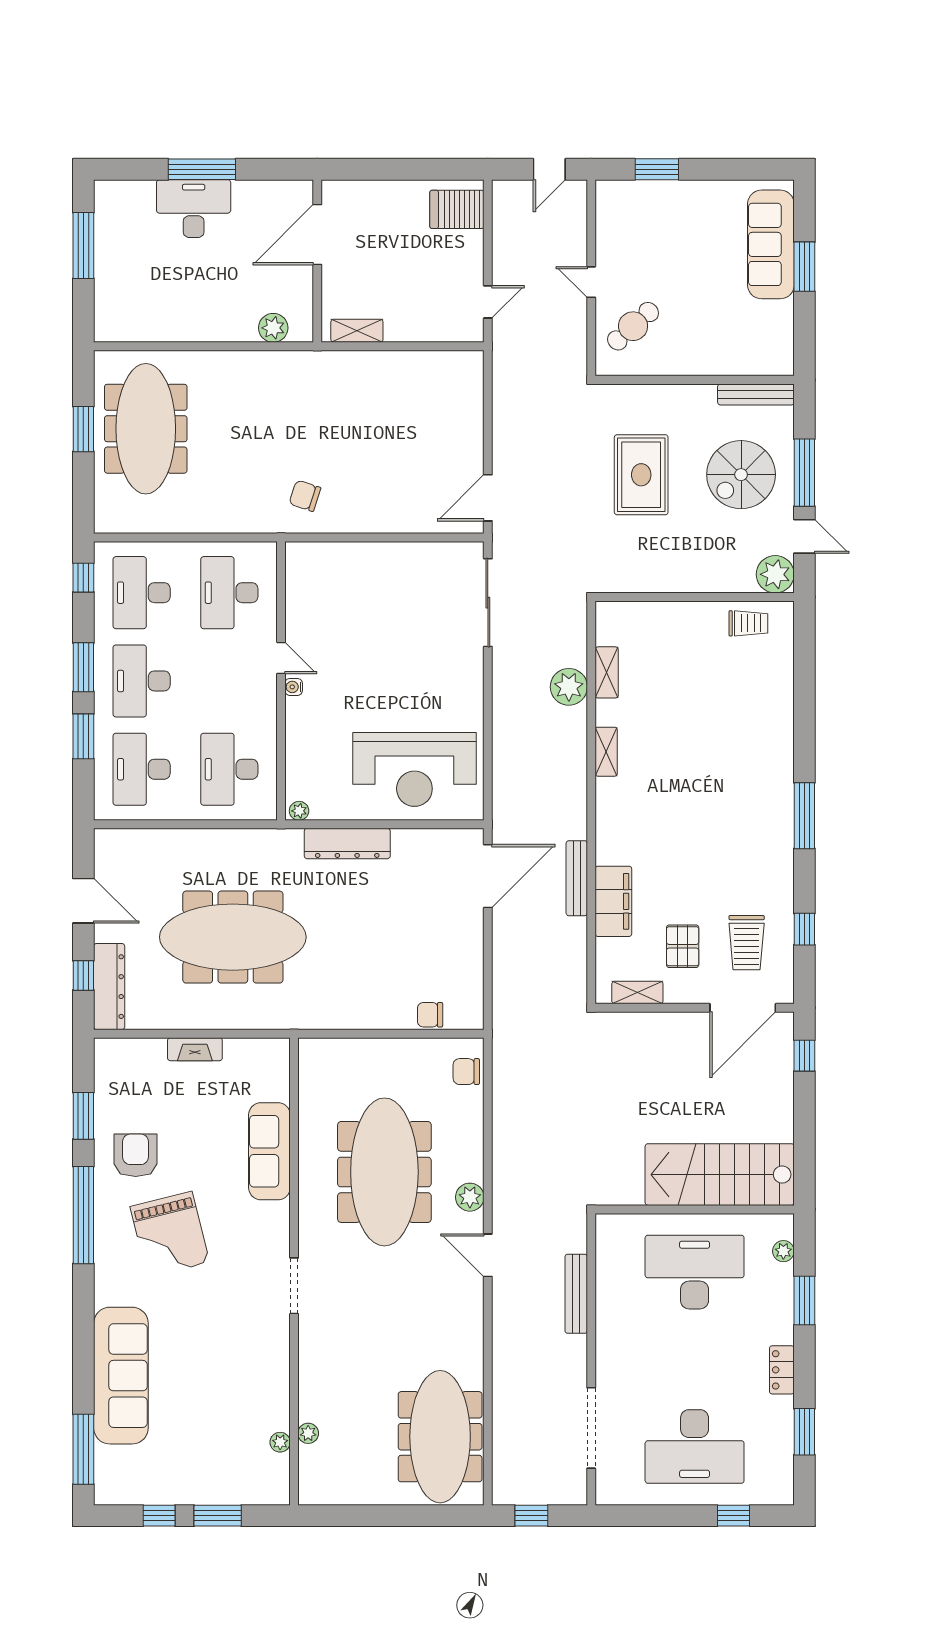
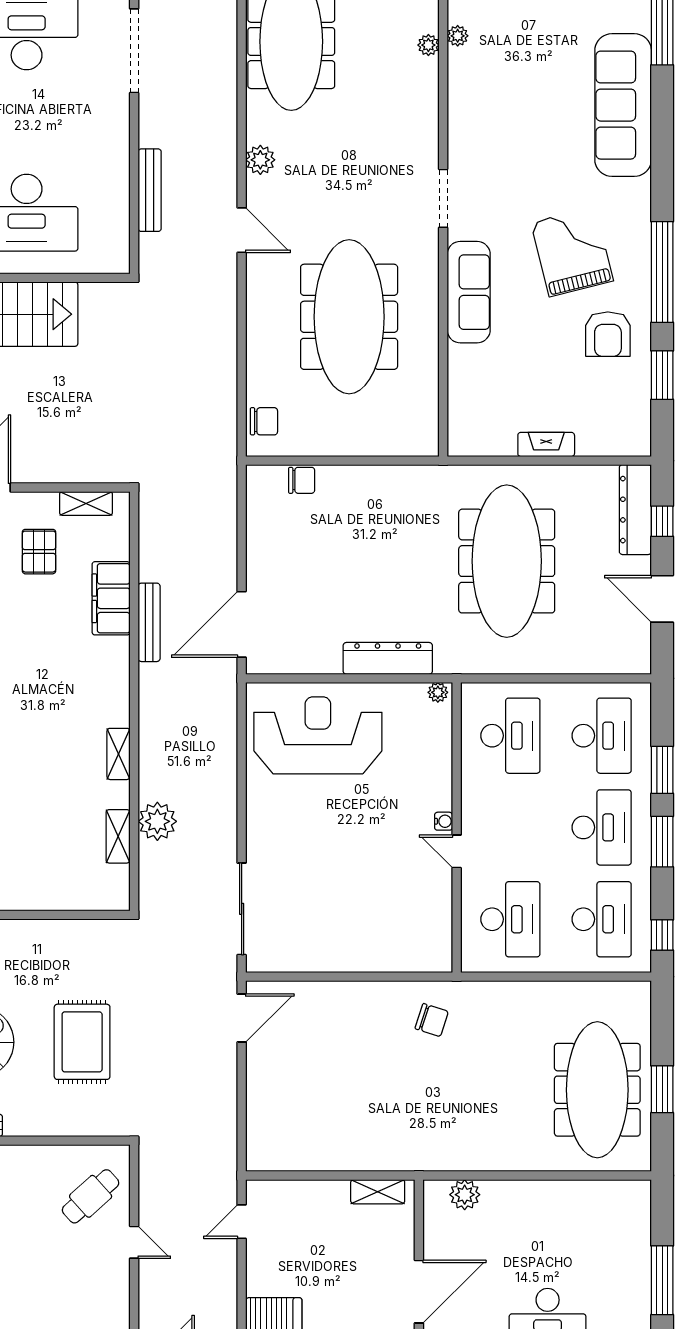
meeting table: (233, 937) -> (507, 561), turned 90
sofa: (269, 1151) -> (469, 292), moved
plant: (470, 1197) -> (260, 160), moved

